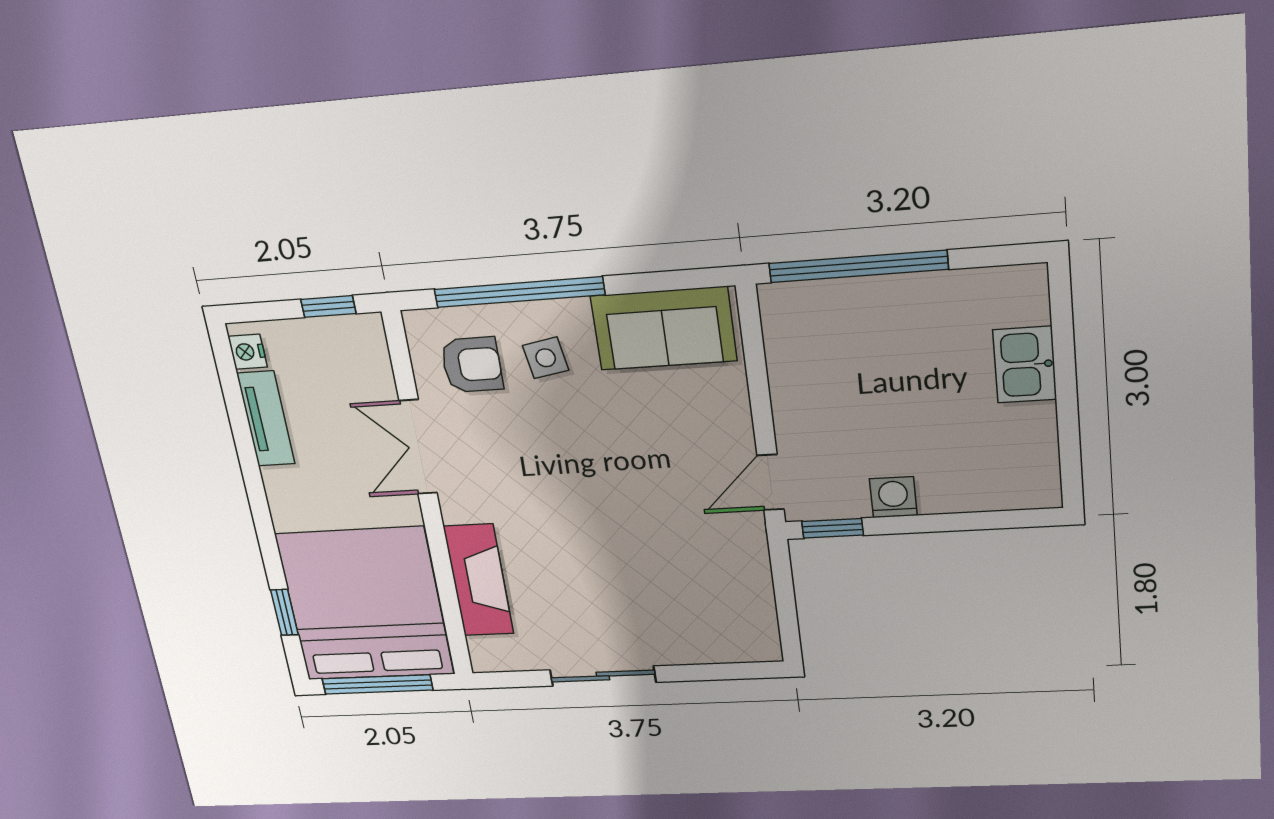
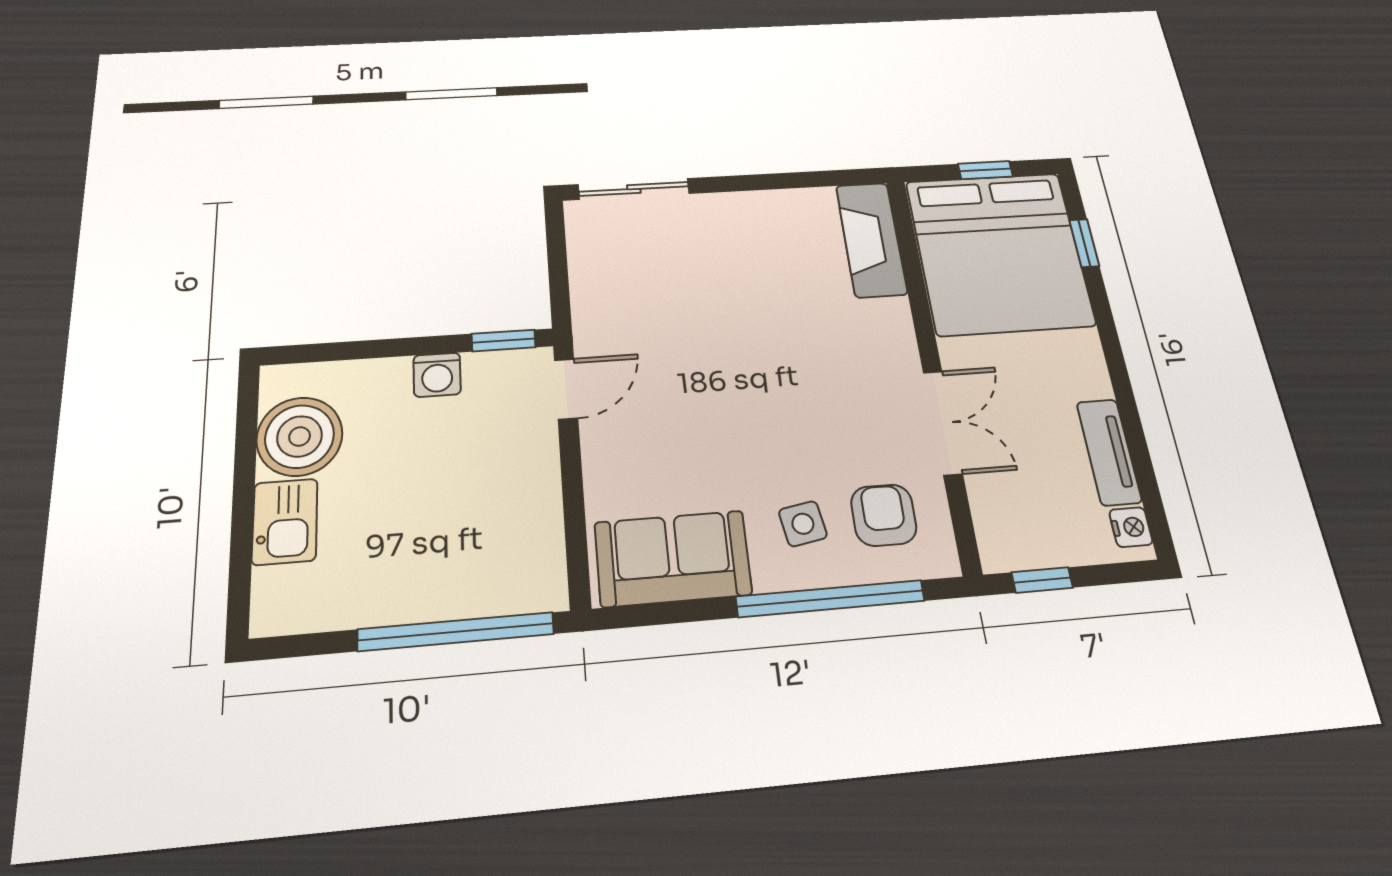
armchair: (472, 365) -> (884, 515), turned 90
boiler: (1019, 442) -> (300, 436), added
fireplace: (479, 580) -> (871, 239), moved
sliding door: (603, 676) -> (634, 189), moved
window: (378, 684) -> (985, 170), width x0.46

